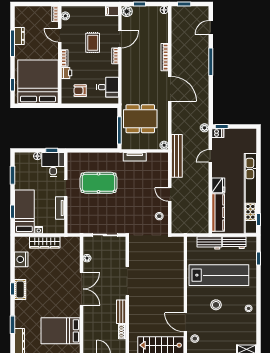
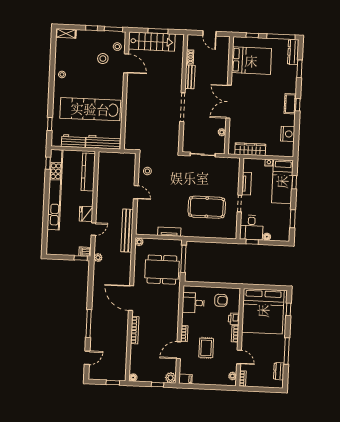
dresser: (19, 36) -> (279, 371), moved
fridge: (218, 185) -> (86, 214), moved
wardrobe: (45, 242) -> (250, 149), moved
workbench: (209, 243) -> (103, 142), width x1.38
stool: (216, 305) -> (103, 59), moved

